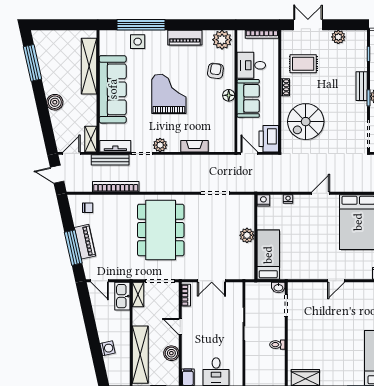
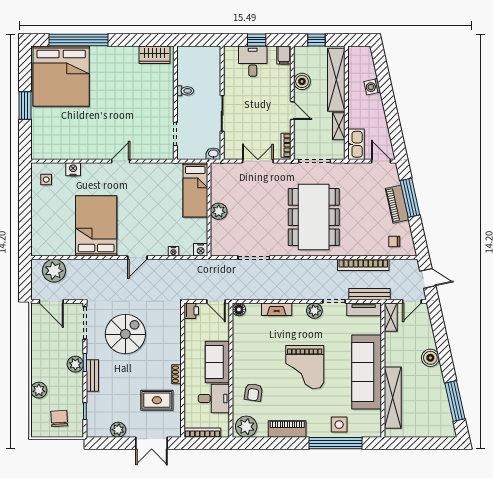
floor lamp: (229, 95) -> (239, 309), moved
spiral stairs: (306, 122) -> (125, 334), moved
printer: (269, 139) -> (191, 311), width x0.53, depth x0.68
washbasin: (278, 287) -> (213, 154), moved
shelving: (138, 294) -> (339, 126), moved

